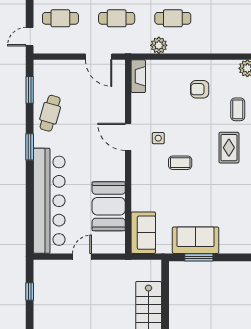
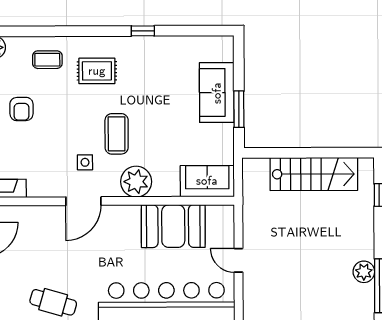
coffee table: (180, 163) -> (117, 134), width x1.36, depth x1.30
plant: (143, 178) -> (136, 182), added
sofa: (196, 240) -> (217, 93), moved

